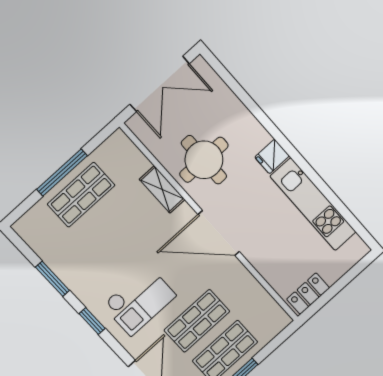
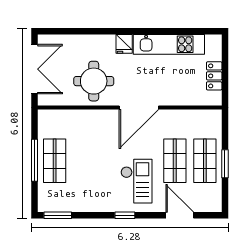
shelving: (162, 189) -> (89, 117), removed
window: (52, 279) -> (58, 215), moved
locker: (308, 294) -> (214, 76), moved

